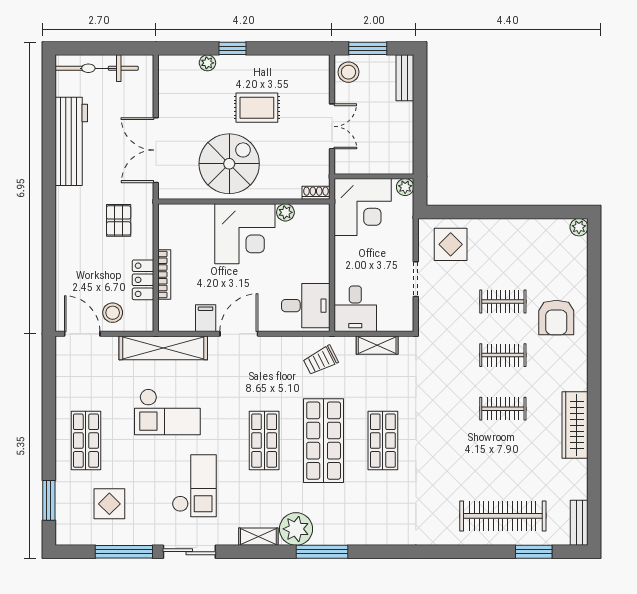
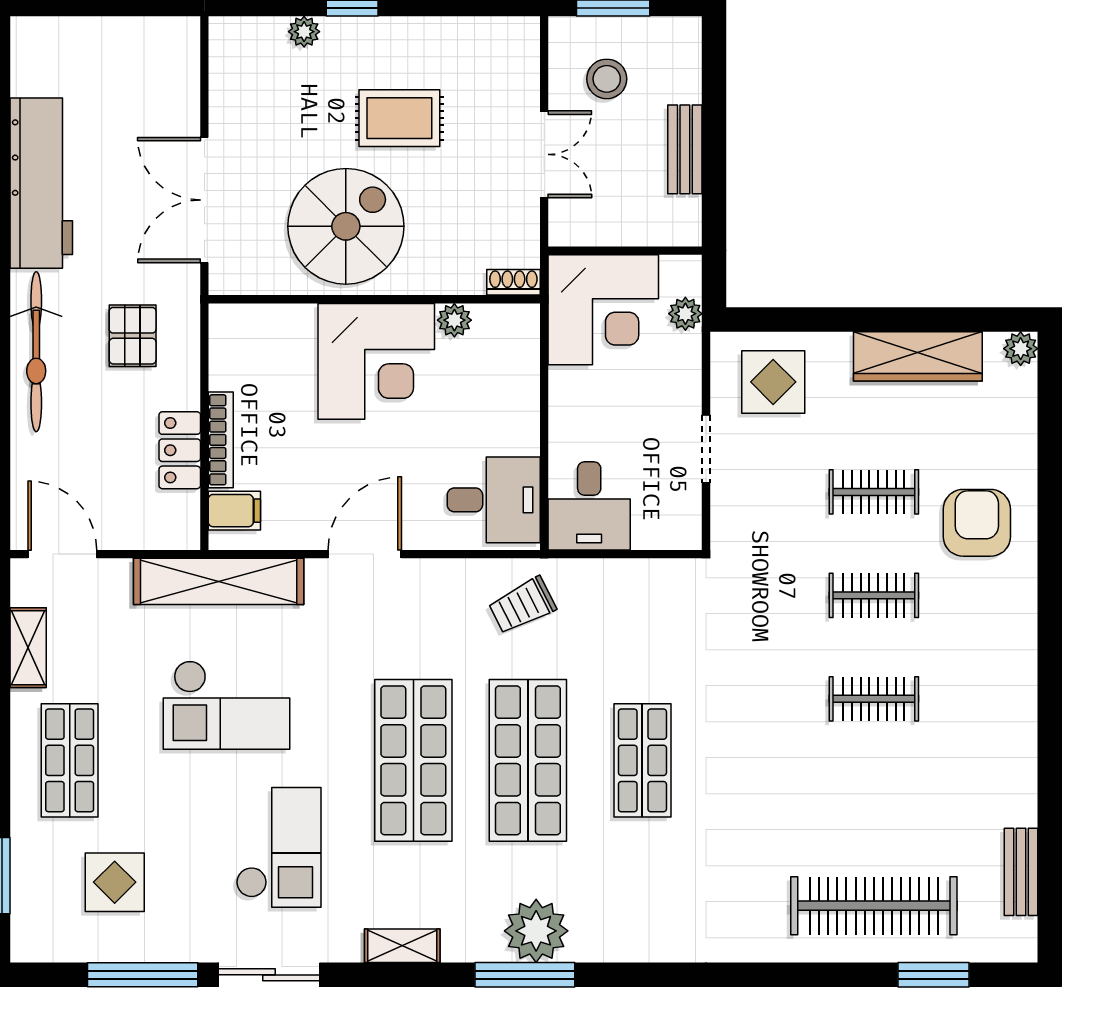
bicycle: (97, 68) -> (36, 352), moved, turned -90
stool: (348, 72) -> (607, 79), moved
bench: (405, 78) -> (685, 149), moved
plant: (405, 187) -> (685, 314), moved
stool: (113, 313) -> (121, 514), removed
armchair: (556, 317) -> (977, 523), turned 180
filing cabinet: (206, 318) -> (234, 511), moved, turned 90
shelving: (377, 345) -> (28, 648), moved, turned 90
wardrobe: (575, 425) -> (918, 356), moved, turned -90
shop shelf: (264, 441) -> (413, 760), width x1.43, depth x1.36
bench: (579, 523) -> (1021, 872), moved
plant: (296, 529) -> (536, 931), moved

